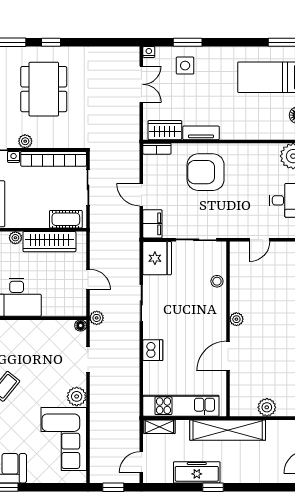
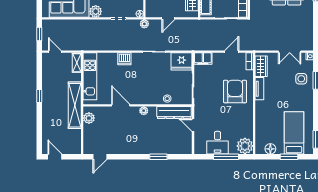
door: (141, 195) -> (232, 52), moved
dresser: (239, 270) -> (174, 113), added
plant: (267, 407) -> (89, 118), moved
freezer: (197, 472) -> (48, 86), removed

